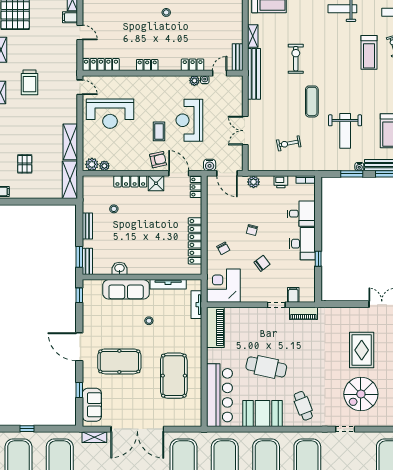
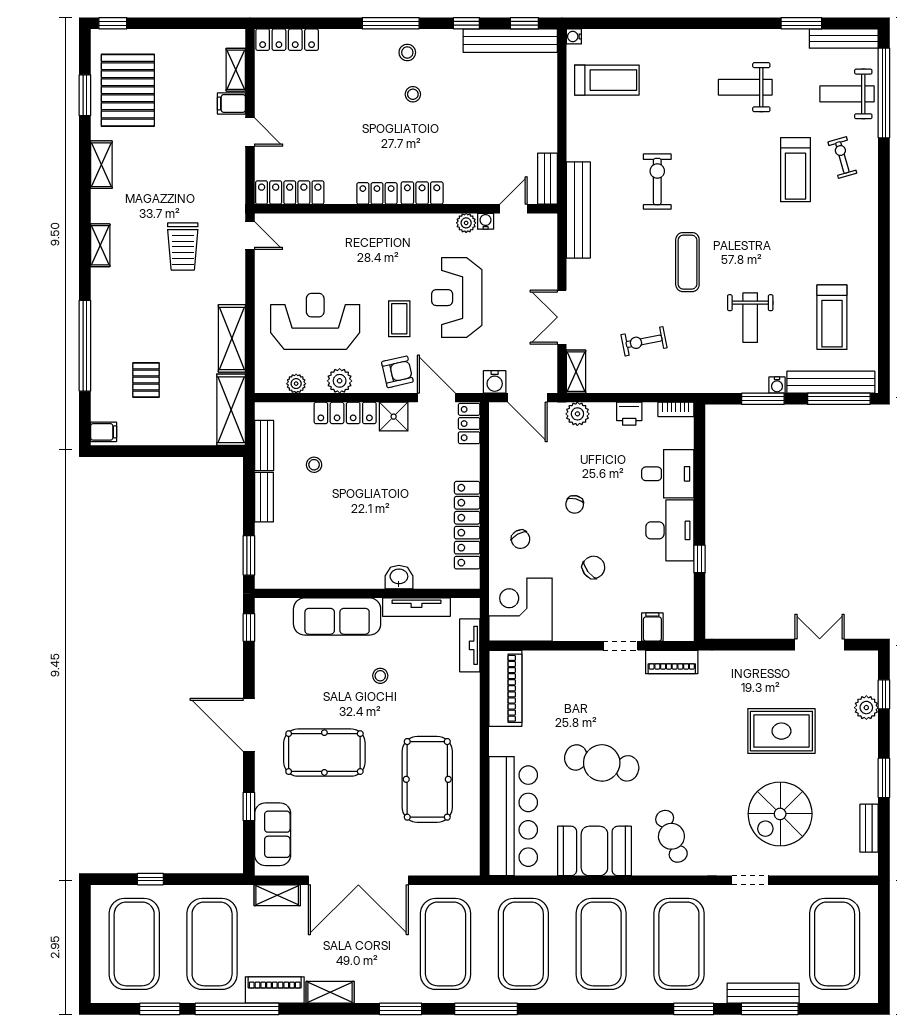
shelving: (253, 36) -> (576, 372), moved
locker: (193, 65) -> (422, 193), moved
trolley: (29, 82) -> (183, 247), moved
reception desk: (110, 114) -> (315, 321), moved, turned 180
weight bench: (345, 131) -> (750, 318), width x0.73, depth x0.75
plant: (92, 164) -> (340, 381), moved
bench: (87, 261) -> (264, 445), moved
washbasin: (119, 268) -> (399, 577), moved
rug: (362, 350) -> (781, 731), turned 90

